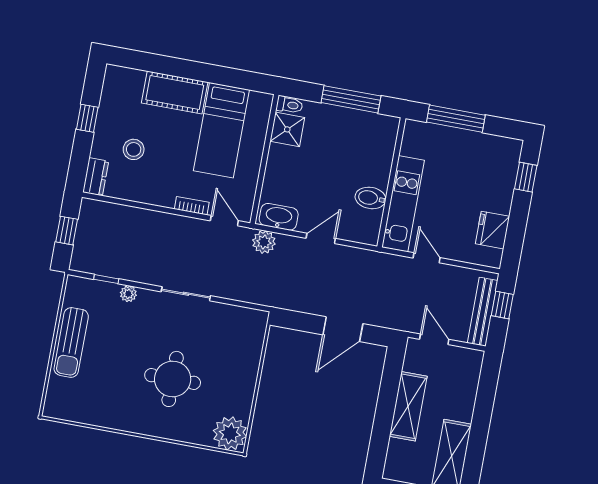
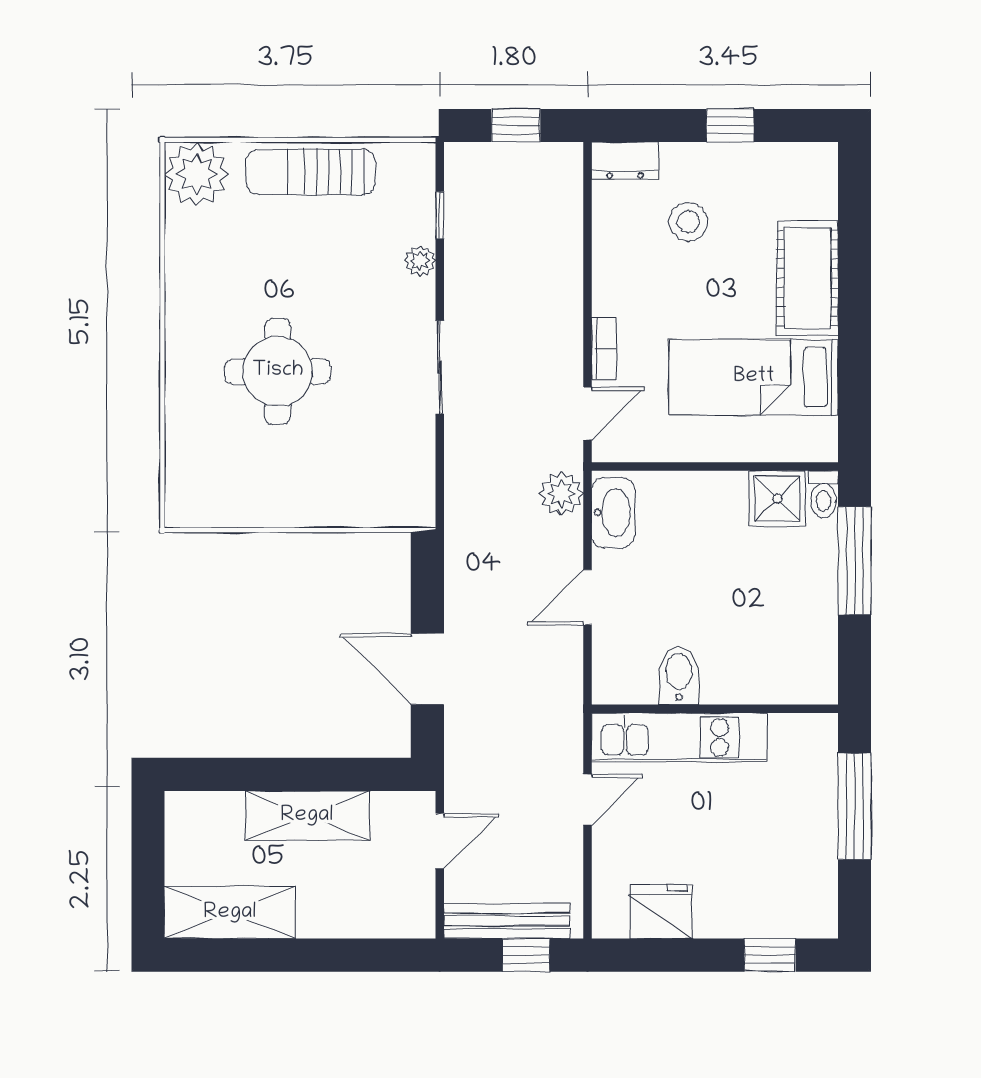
window: (351, 99) -> (854, 561), moved
door: (321, 238) -> (588, 597), swing flipped
plant: (230, 433) -> (197, 174), moved

